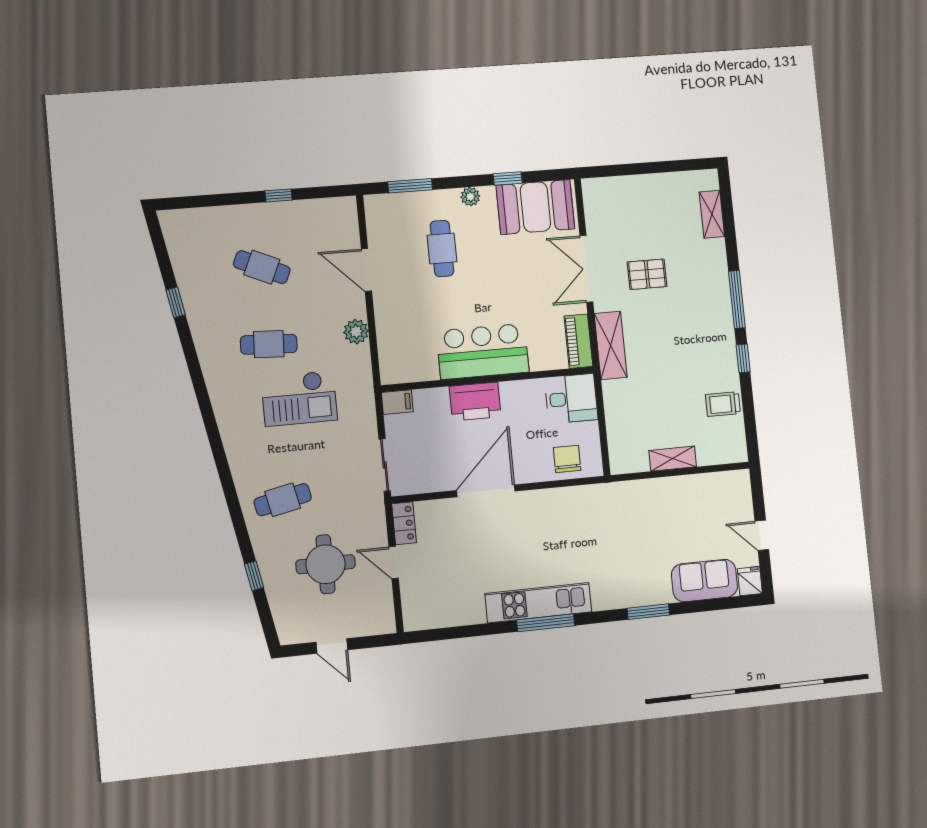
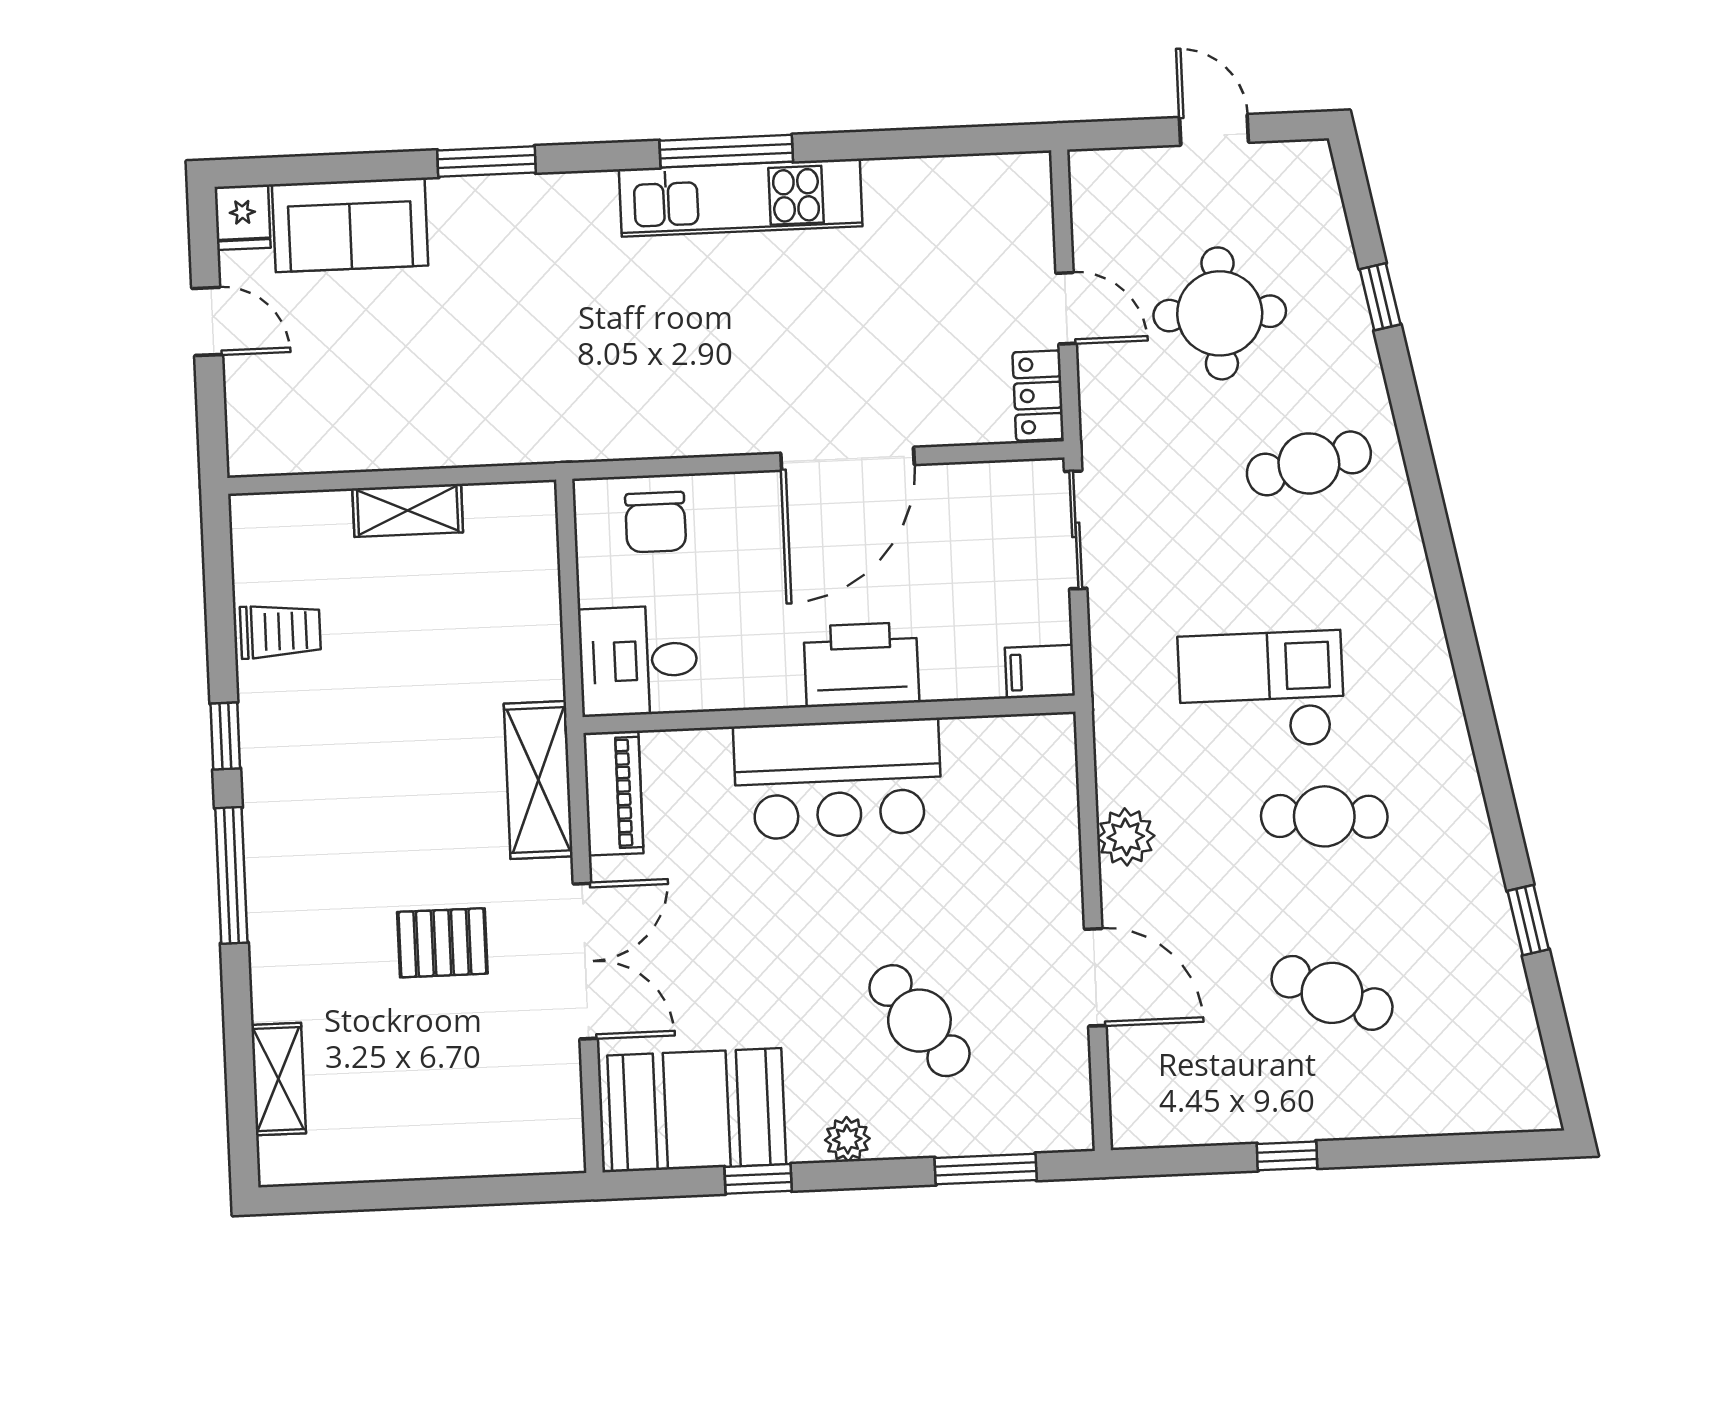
cafe table: (442, 249) -> (919, 1021), turned -37

